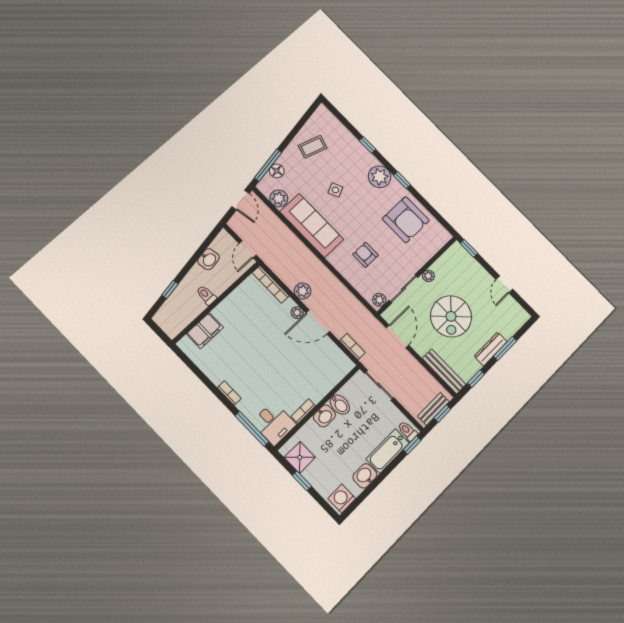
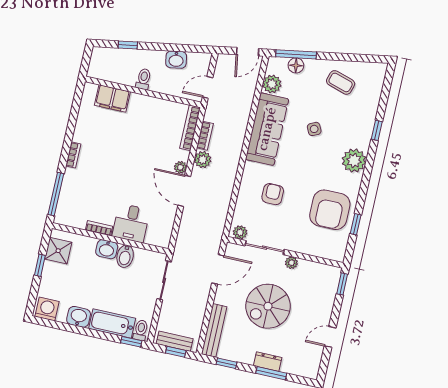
window: (402, 180) -> (356, 224), moved
bookcase: (352, 347) -> (205, 136), moved
dresser: (491, 349) -> (268, 362), width x0.70
desk: (274, 423) -> (131, 223), moved

